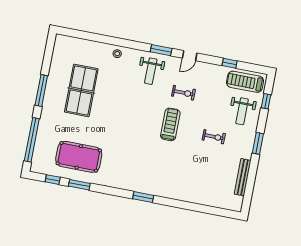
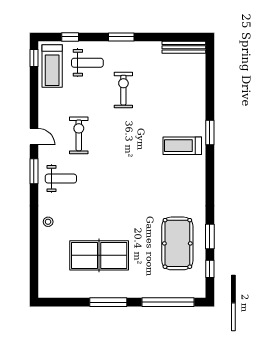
window: (230, 63) -> (34, 58), moved
exercise bike: (183, 93) -> (79, 135), width x1.38, depth x1.39
treadmill: (170, 124) -> (182, 146), moved
exercise bike: (214, 137) -> (123, 90), width x1.38, depth x1.39
bench: (243, 177) -> (184, 47), moved
window: (143, 197) -> (210, 132), moved

